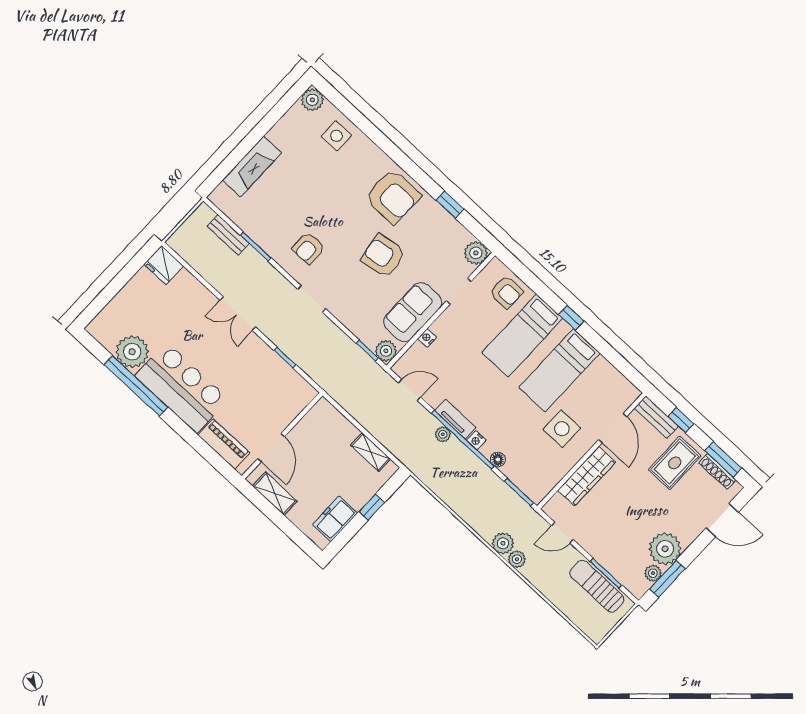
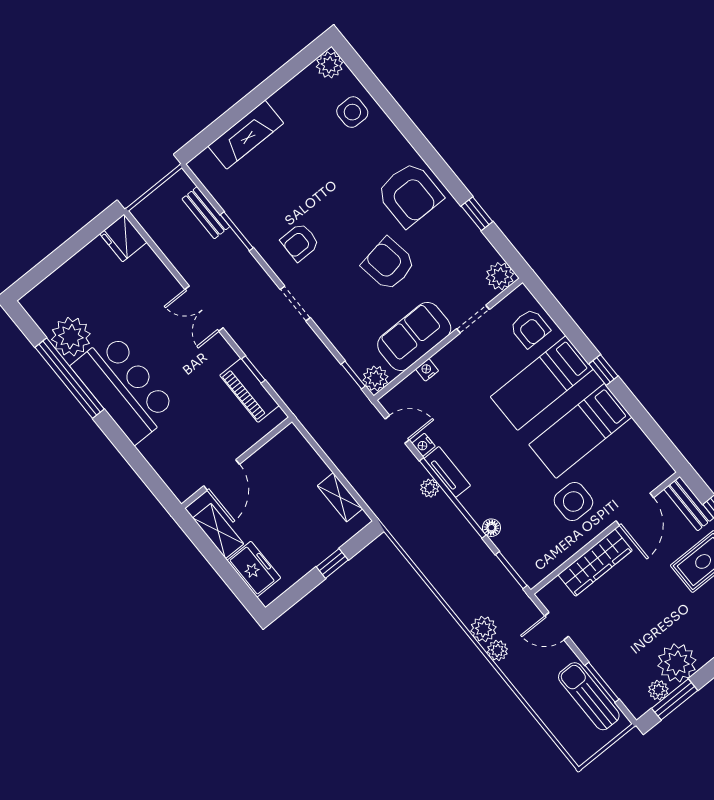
nightstand: (476, 440) -> (423, 445), moved
piano: (224, 444) -> (249, 390), moved, turned 180
freezer: (335, 519) -> (254, 569), moved, turned 90

